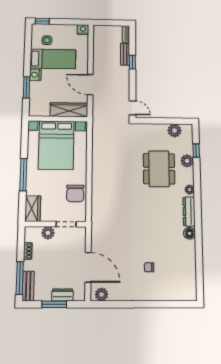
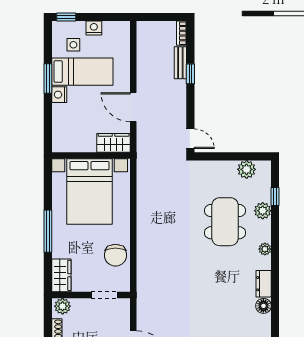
nightstand: (83, 30) -> (94, 28), moved
window: (26, 87) -> (48, 79), moved
wardrobe: (69, 110) -> (114, 143), width x0.67
dresser: (189, 212) -> (264, 284), width x0.70
plant: (48, 233) -> (63, 306), moved

